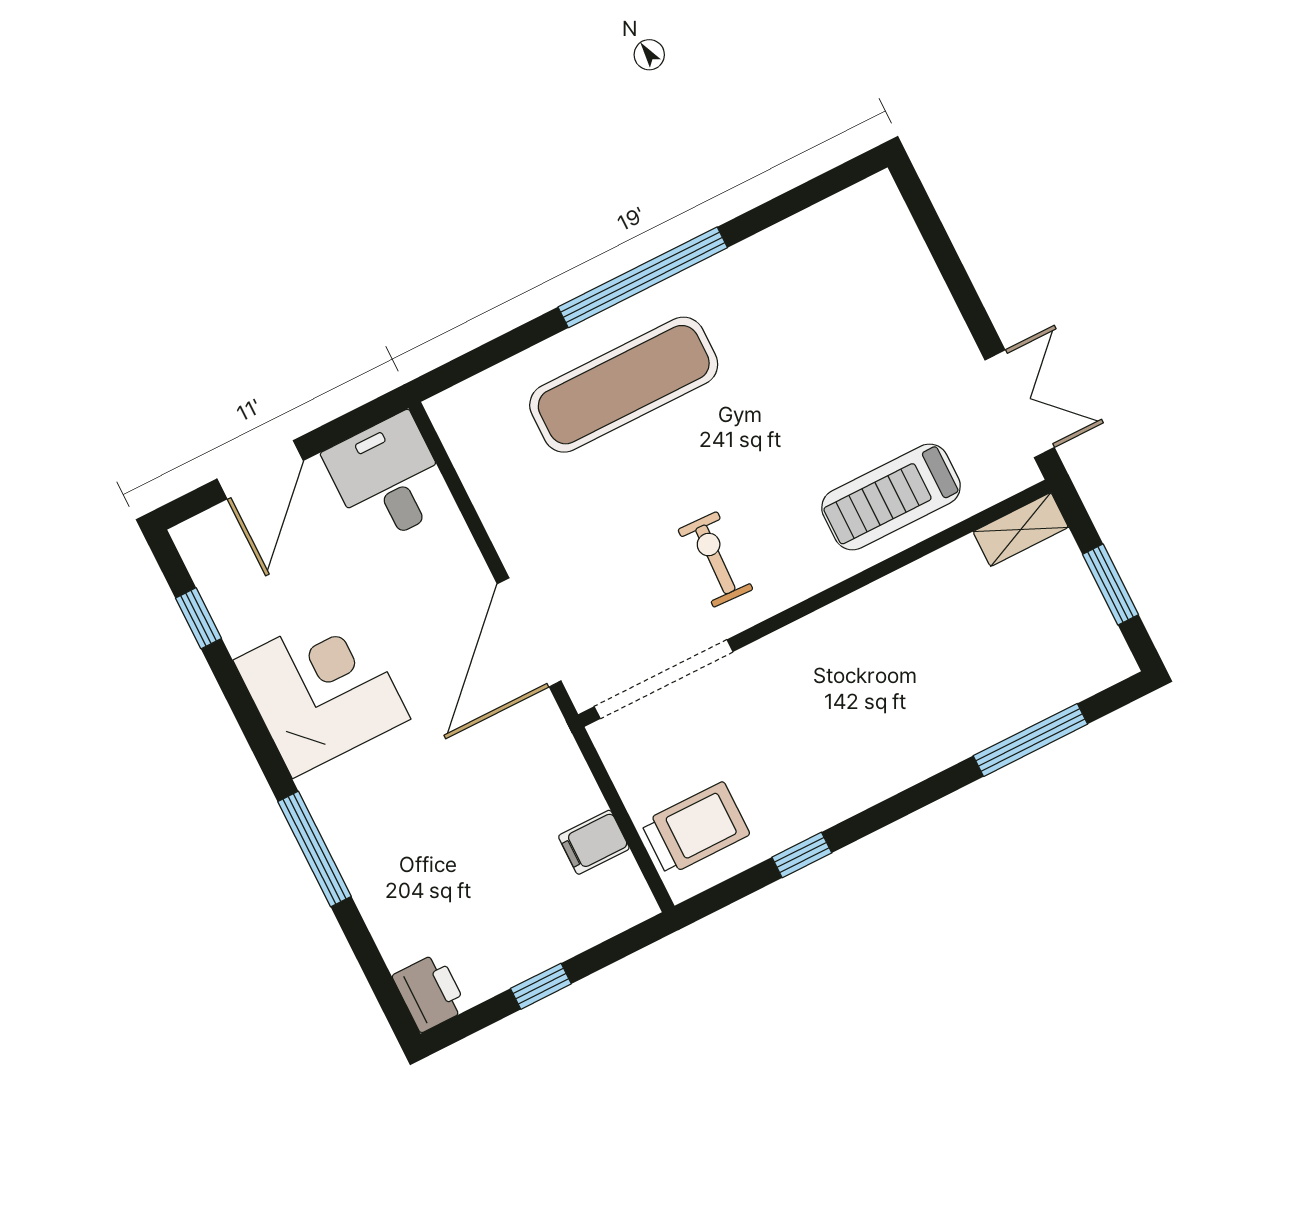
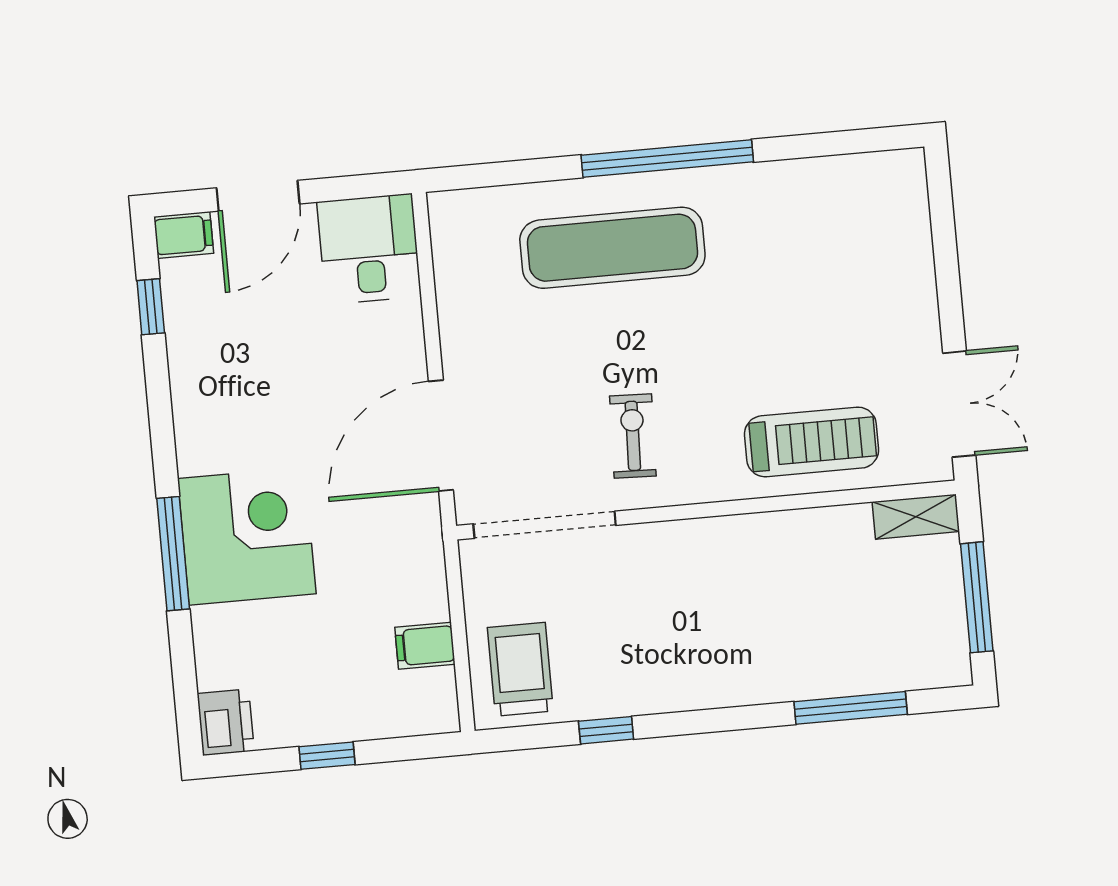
treadmill: (891, 497) -> (812, 442), turned 180
filing cabinet: (203, 536) -> (184, 235), added
window: (1111, 584) -> (977, 597), width x1.44
corner desk: (322, 690) -> (247, 536), moved
trolley: (695, 829) -> (520, 669), turned -90

